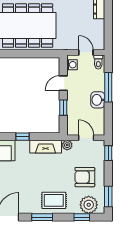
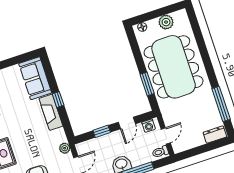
window: (35, 54) -> (147, 84), added
door: (63, 83) -> (127, 123), swing flipped
fireplace: (46, 147) -> (51, 112), moved

